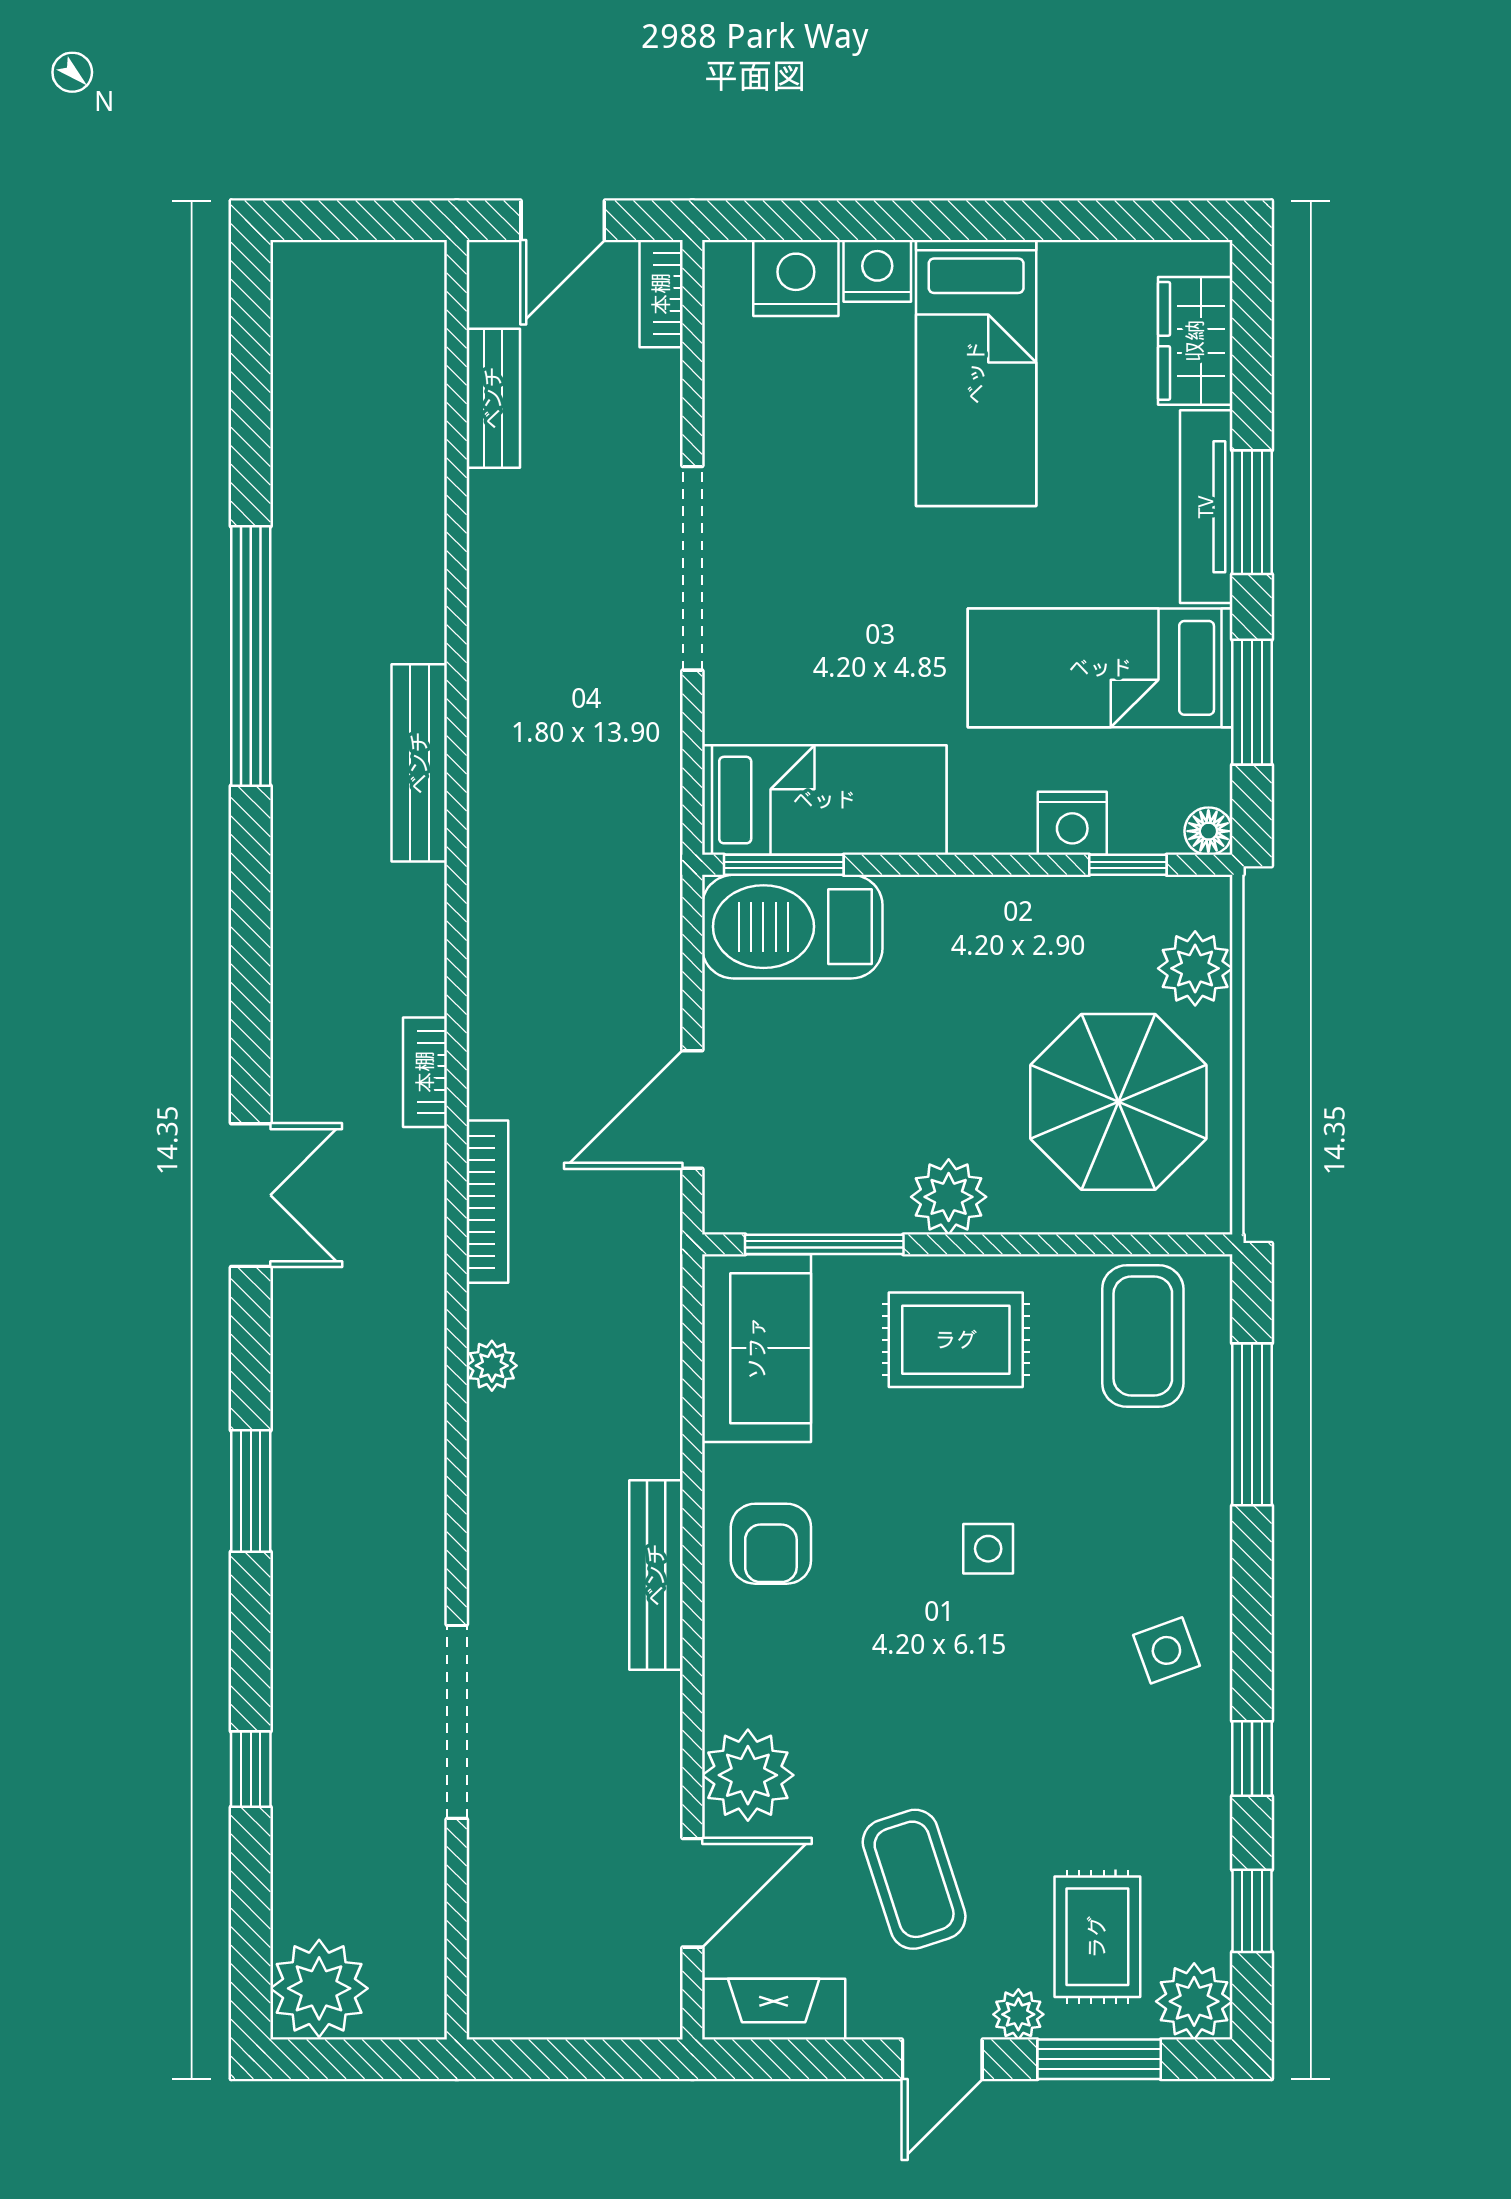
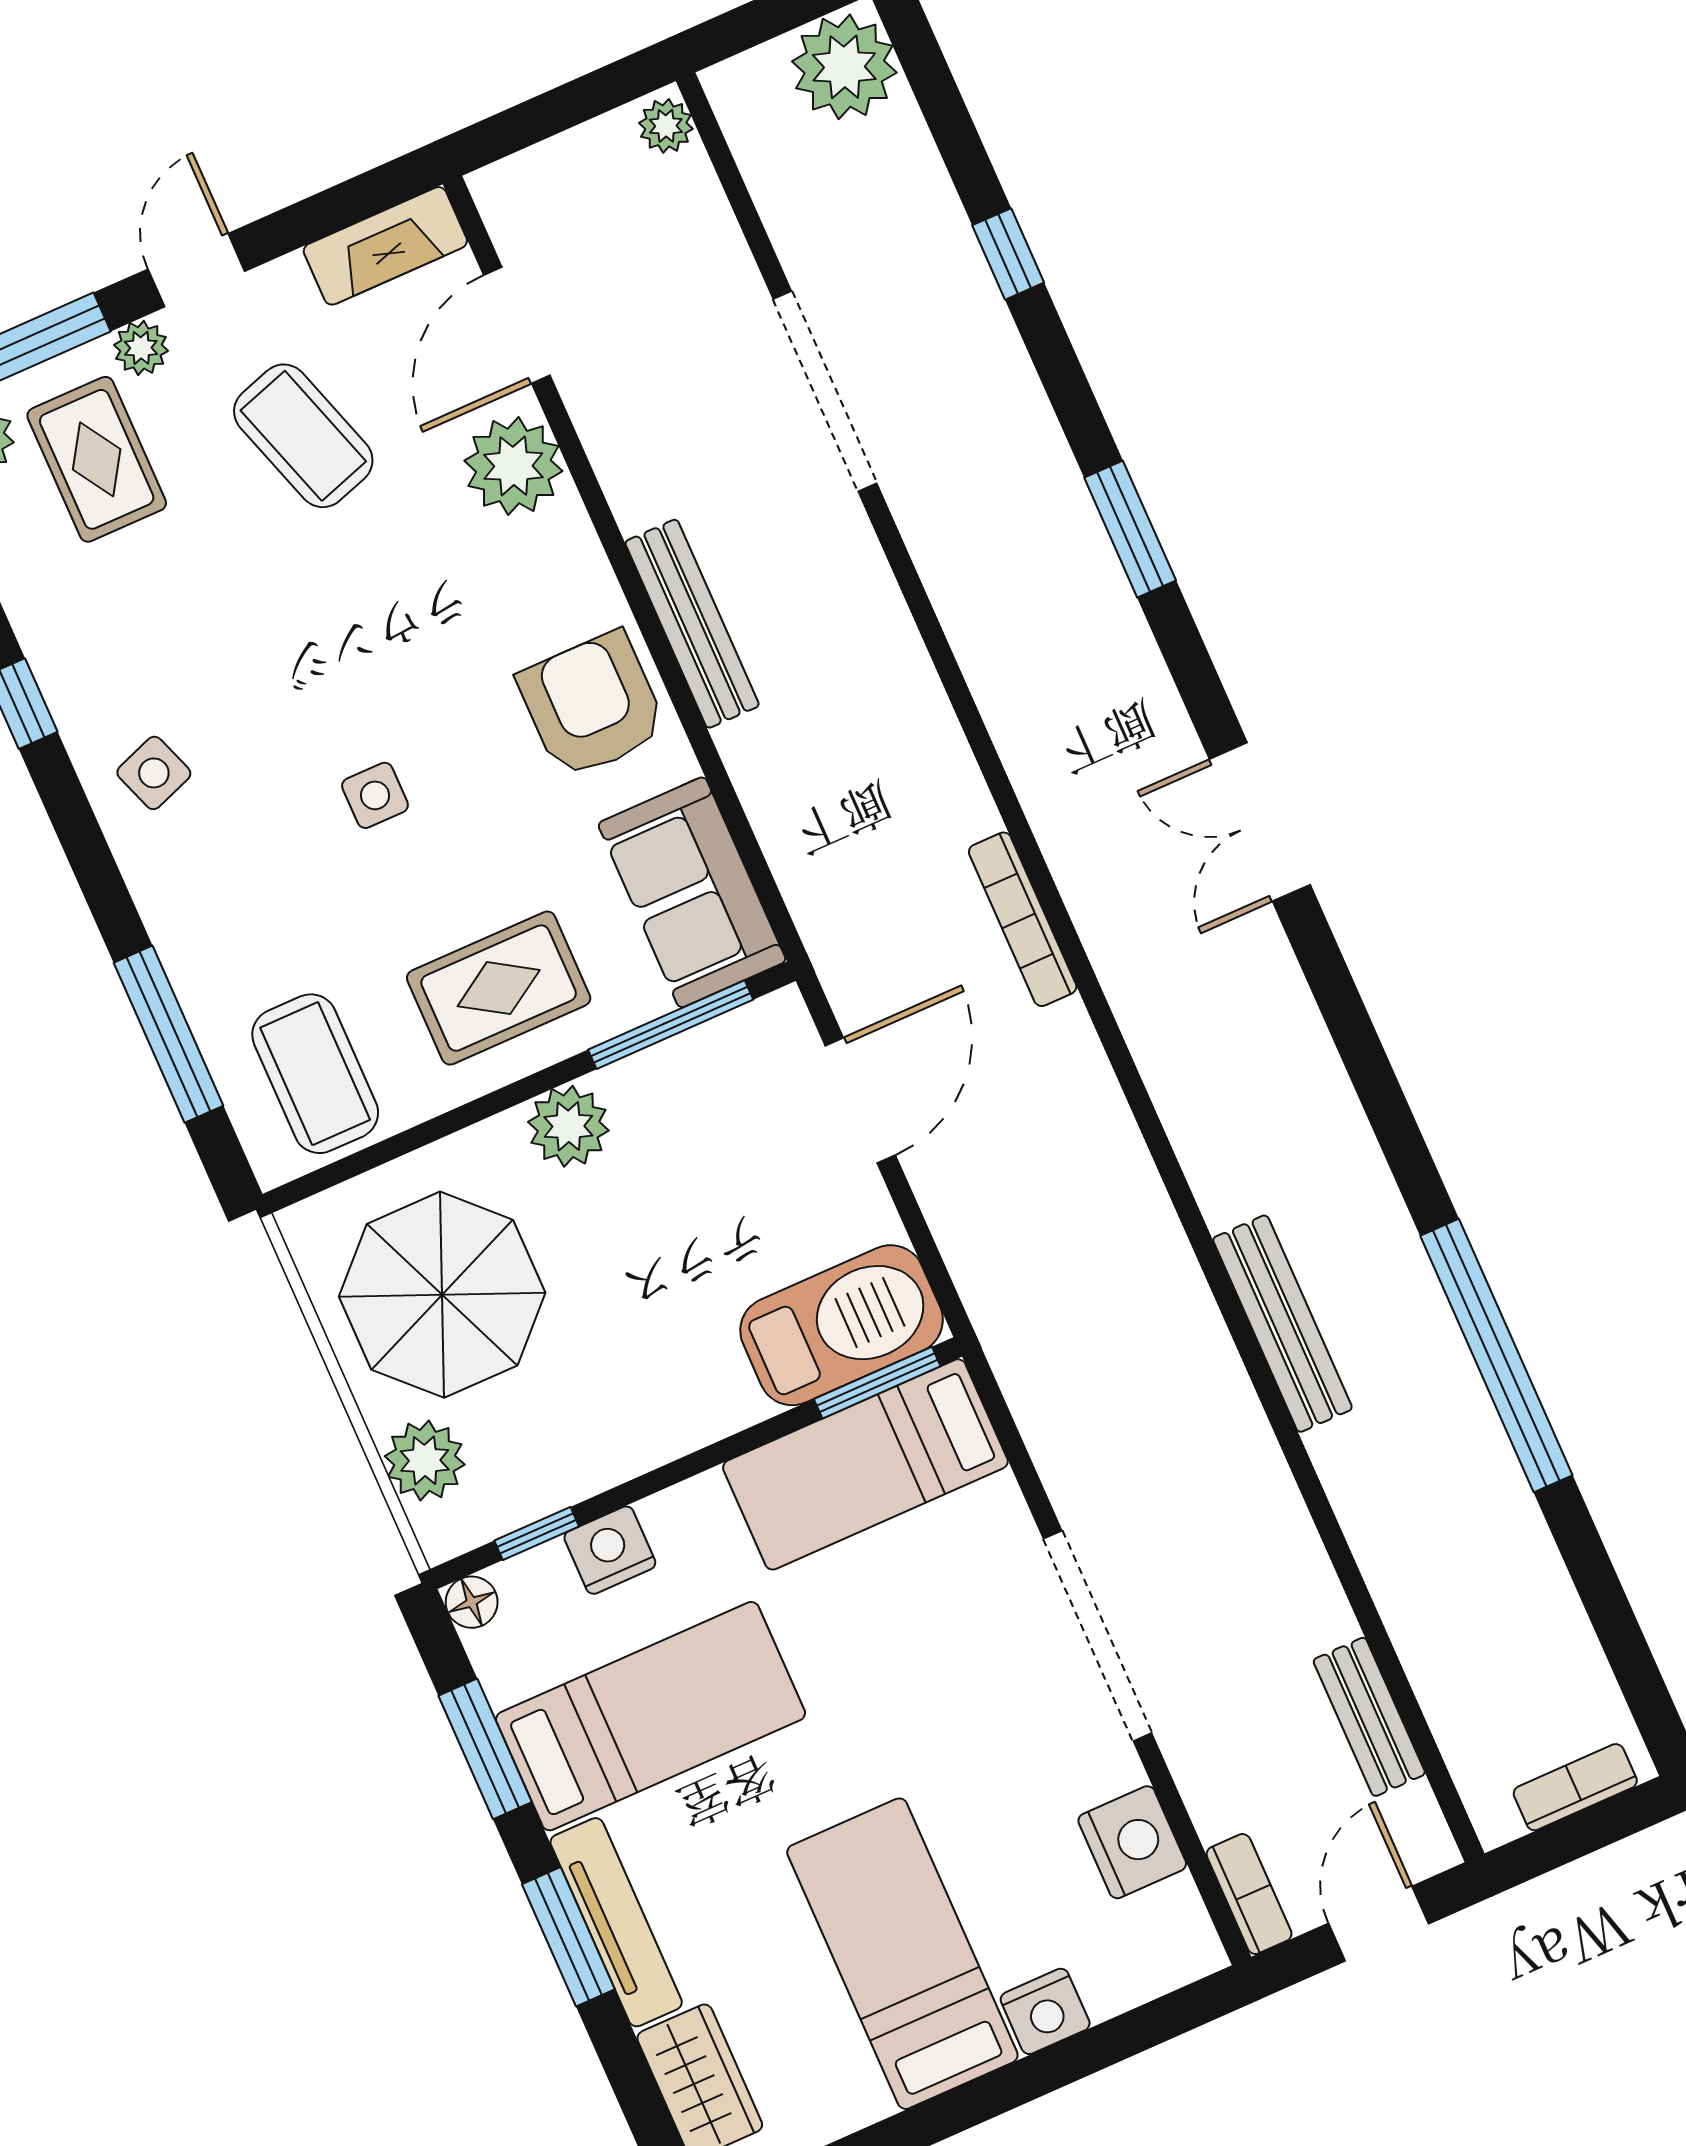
nightstand: (796, 278) -> (1132, 1842), moved, turned -90
bookcase: (425, 1072) -> (1575, 1787), moved, turned -90
plant: (492, 1366) -> (666, 126), moved
armchair: (771, 1544) -> (592, 705), width x1.38, depth x1.38

